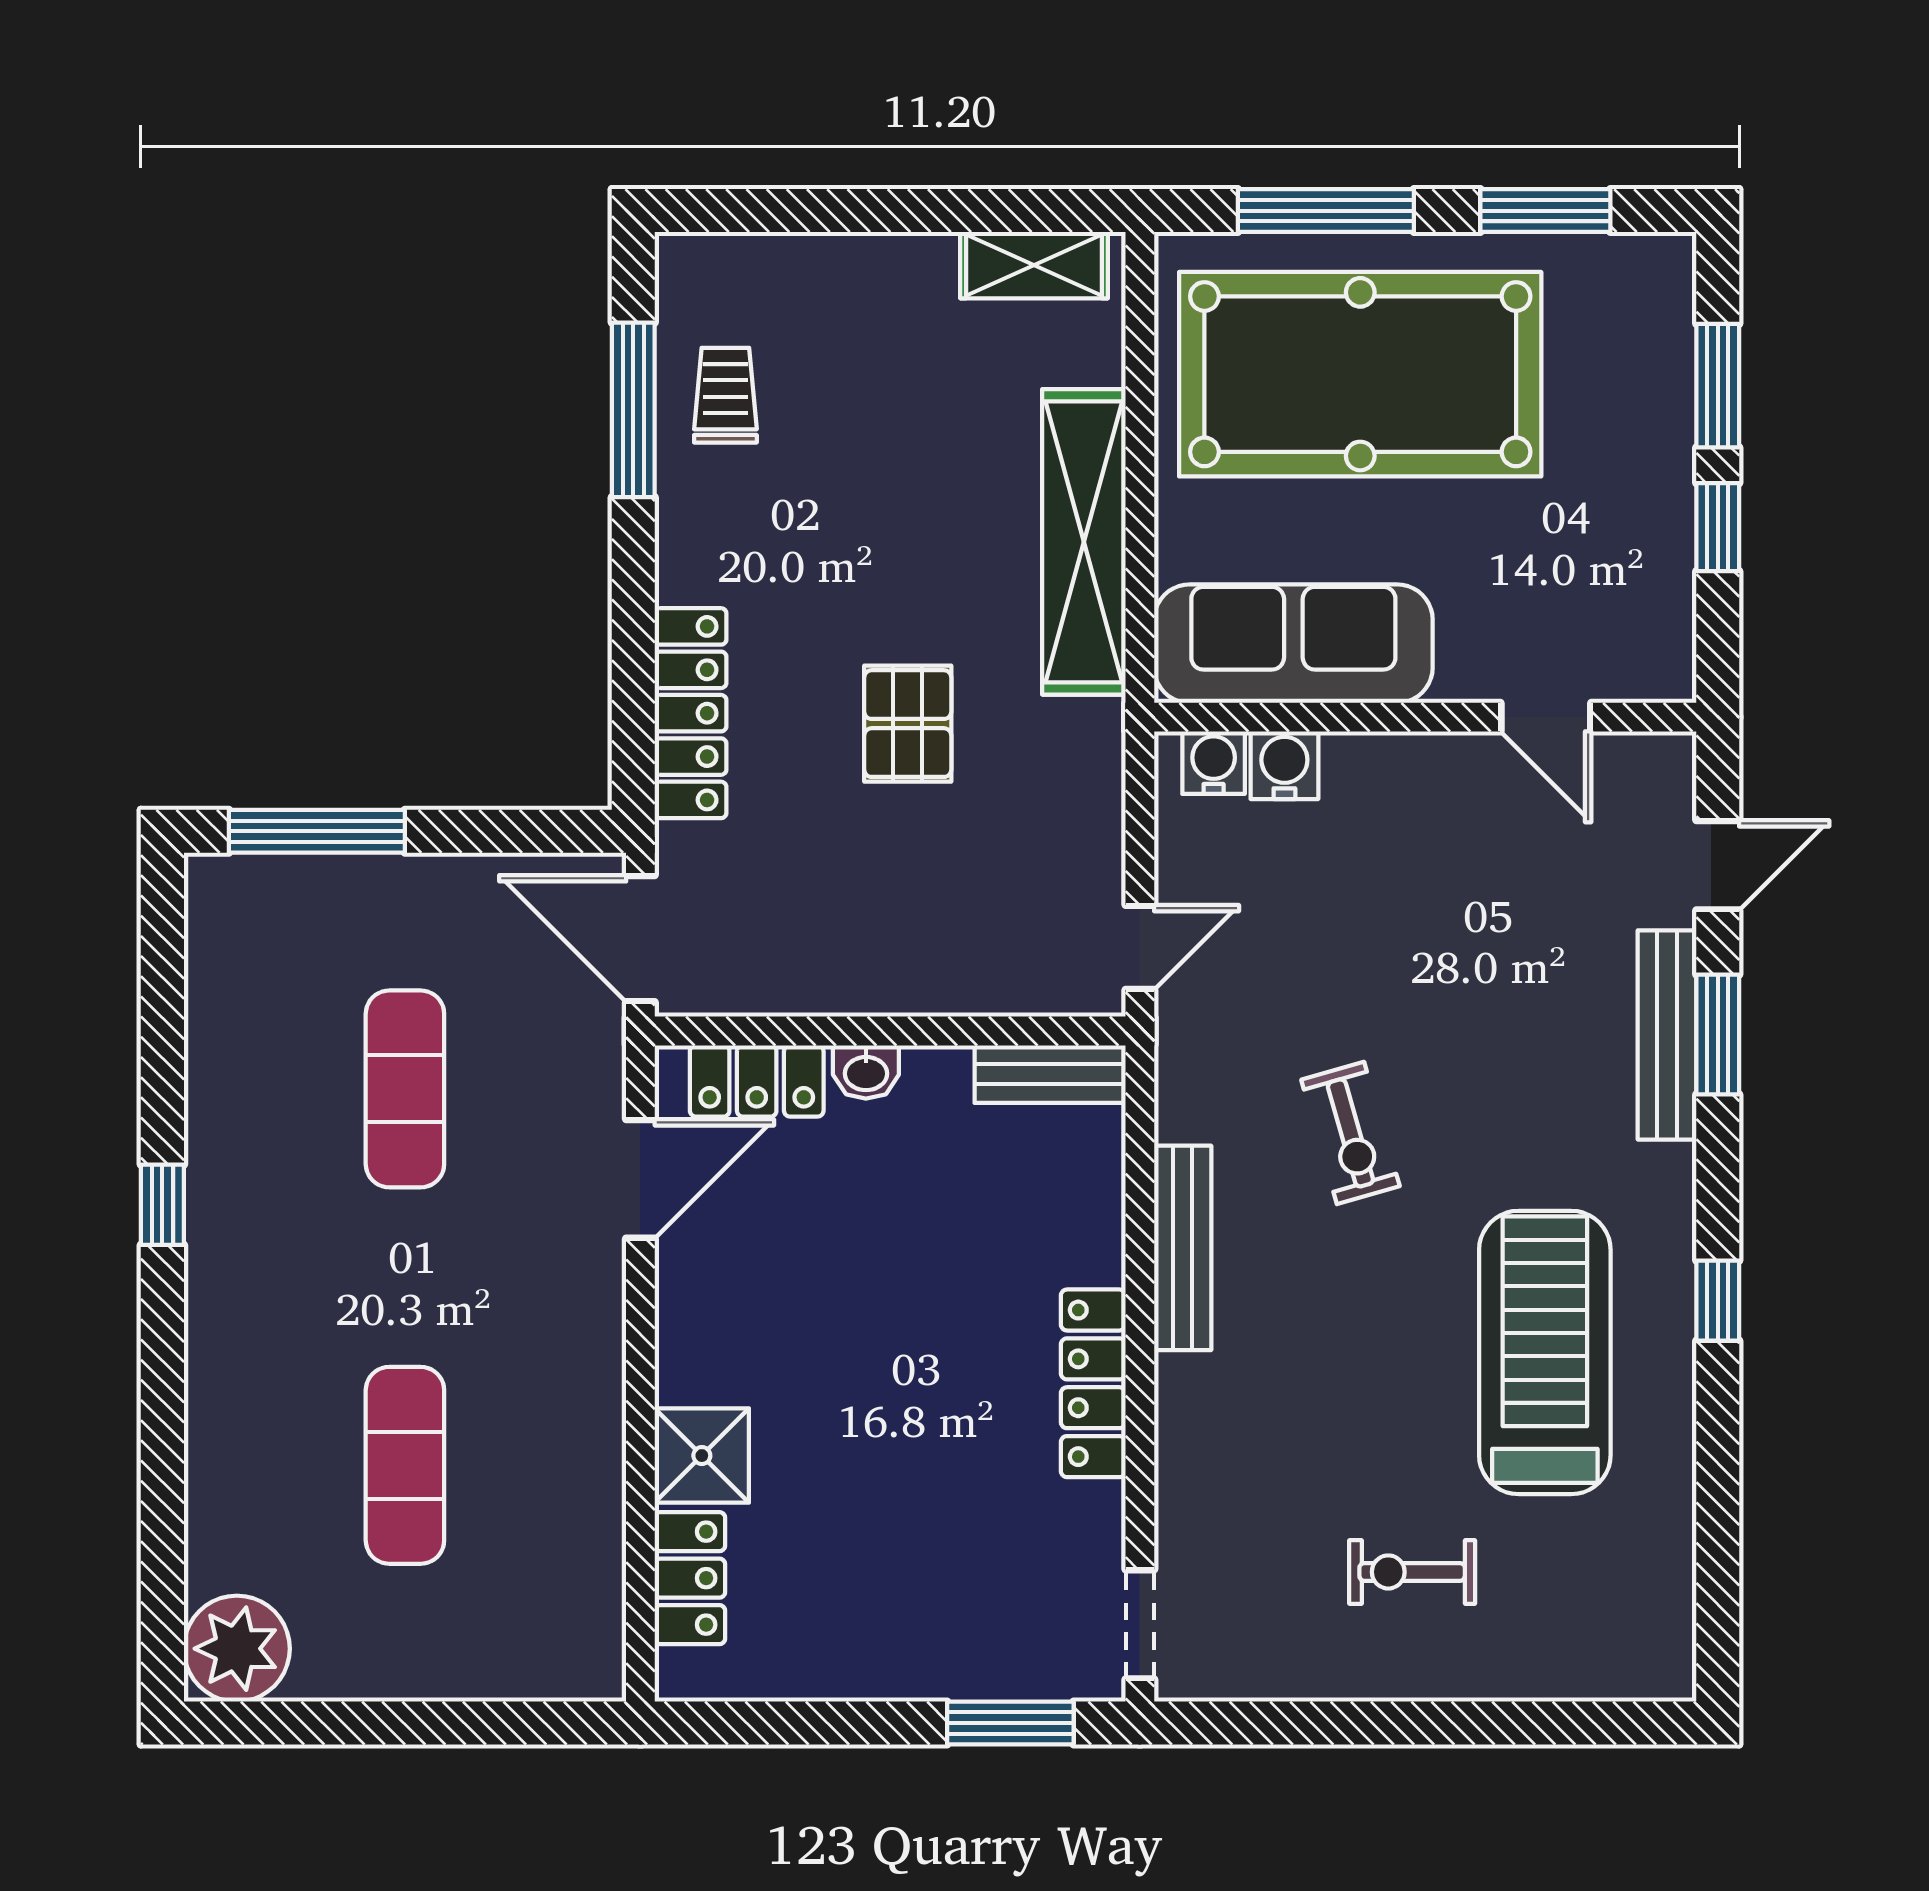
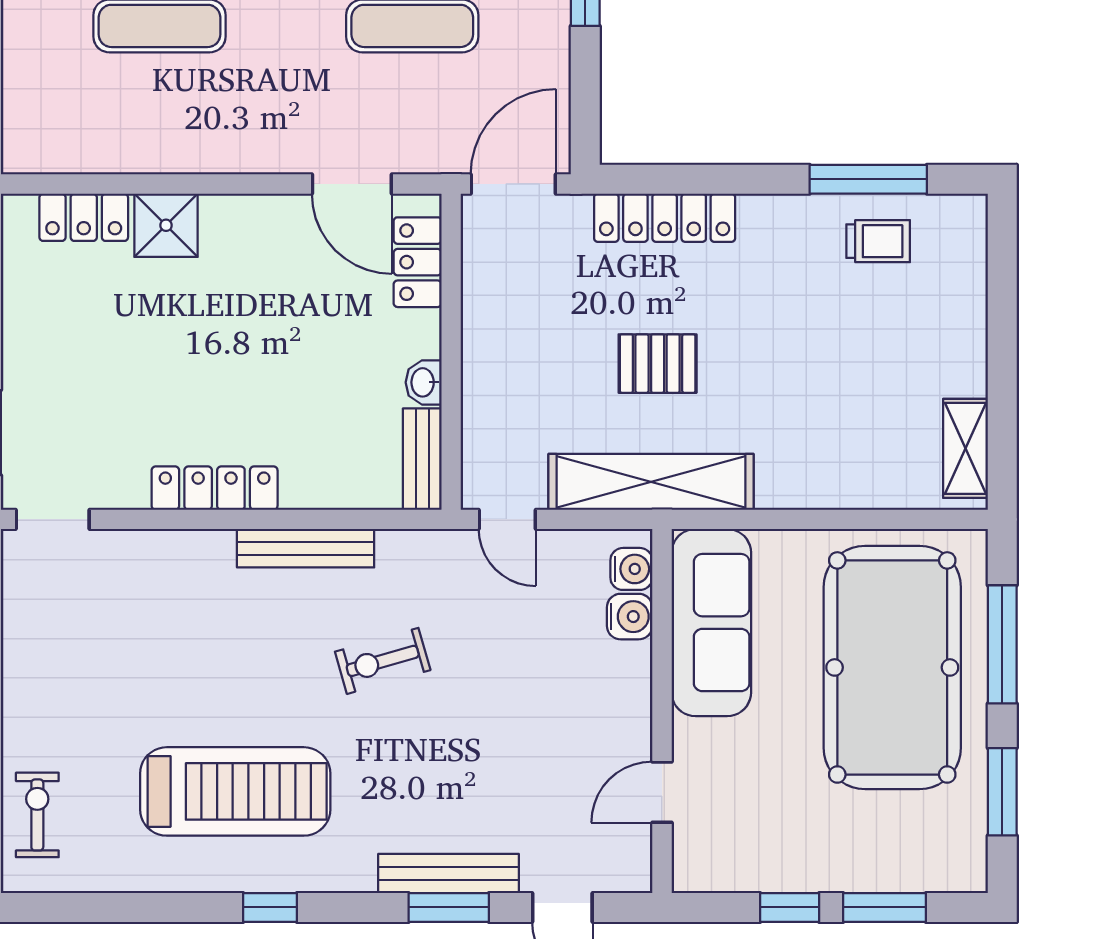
shelving: (1084, 542) -> (651, 482), moved
washbasin: (866, 1072) -> (424, 382), moved
exercise bike: (1412, 1572) -> (37, 815), moved

